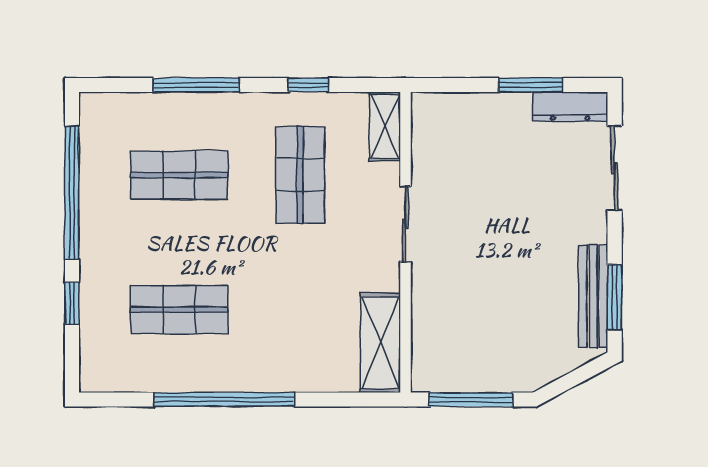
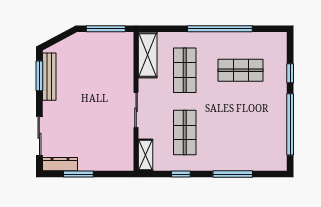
shop shelf: (179, 175) -> (185, 70), moved, turned 90

